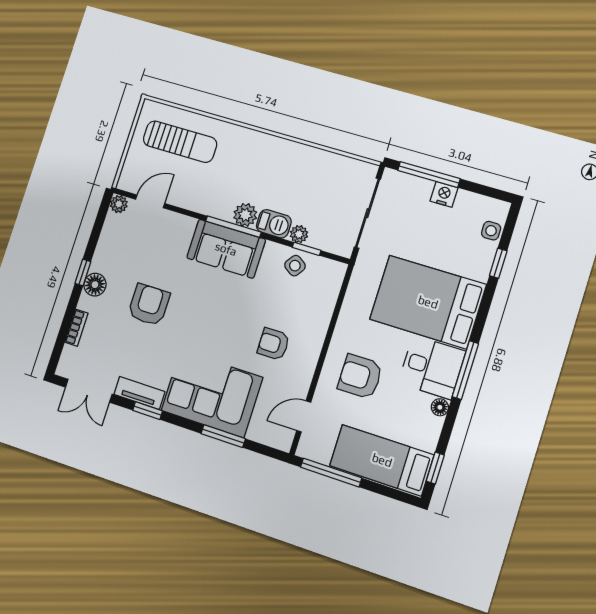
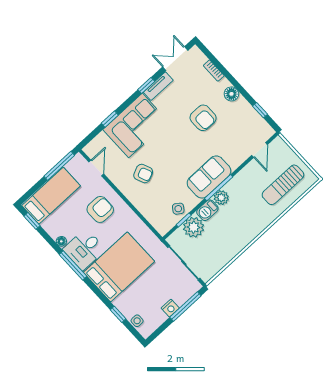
plant: (119, 204) -> (268, 132), removed
plant: (299, 234) -> (194, 227), width x1.88, depth x1.88
window: (83, 272) -> (260, 110), moved
armchair: (273, 344) -> (143, 173), turned 67
window: (223, 436) -> (110, 119), width x0.67

